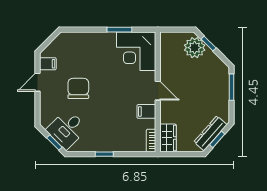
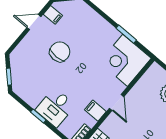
desk: (67, 129) -> (55, 107), moved, turned -45

